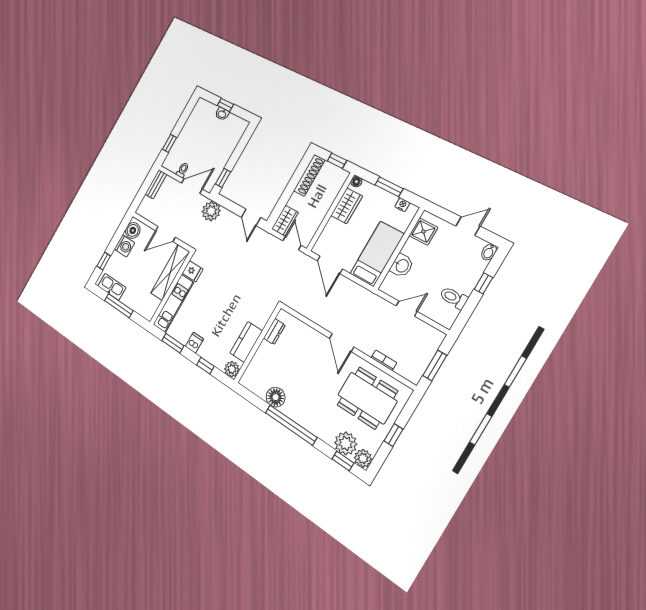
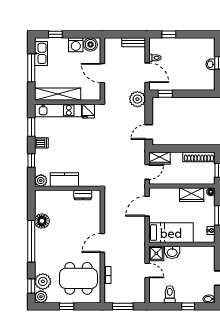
shower: (423, 232) -> (156, 253), moved
shelving: (170, 272) -> (58, 94), moved
dining table: (367, 398) -> (78, 278), turned 90

